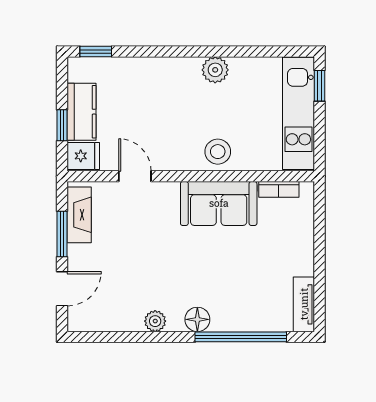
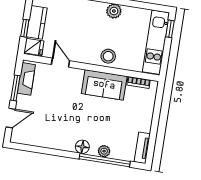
plant: (155, 321) -> (104, 151), moved

